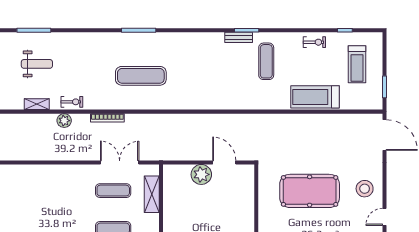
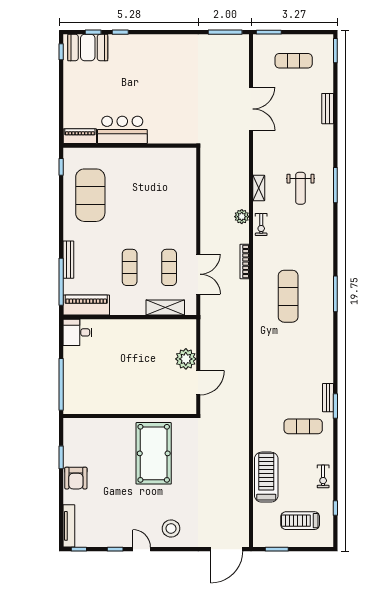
pool table: (310, 191) -> (154, 453), moved

